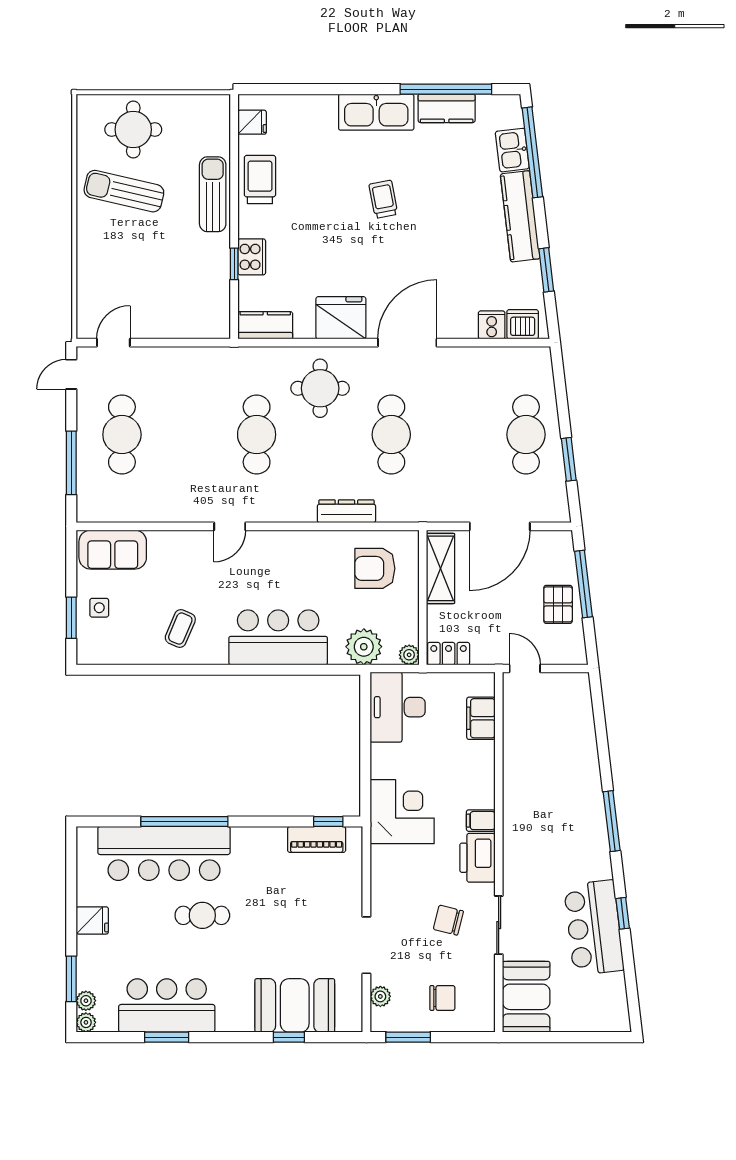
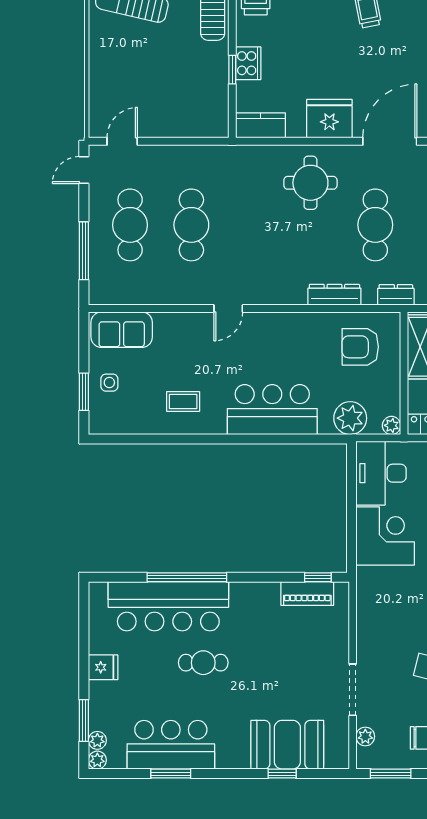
cafe table: (257, 435) -> (191, 225), moved
dresser: (414, 511) -> (396, 295), added
coffee table: (180, 629) -> (183, 402), turned 67
corner desk: (402, 812) -> (385, 536), moved

